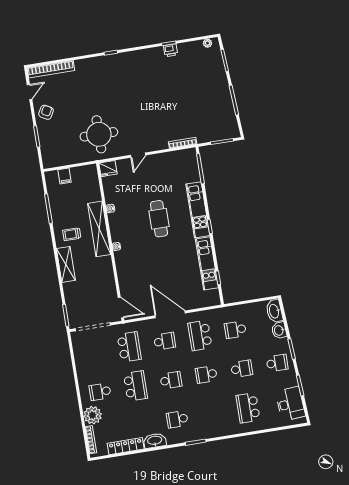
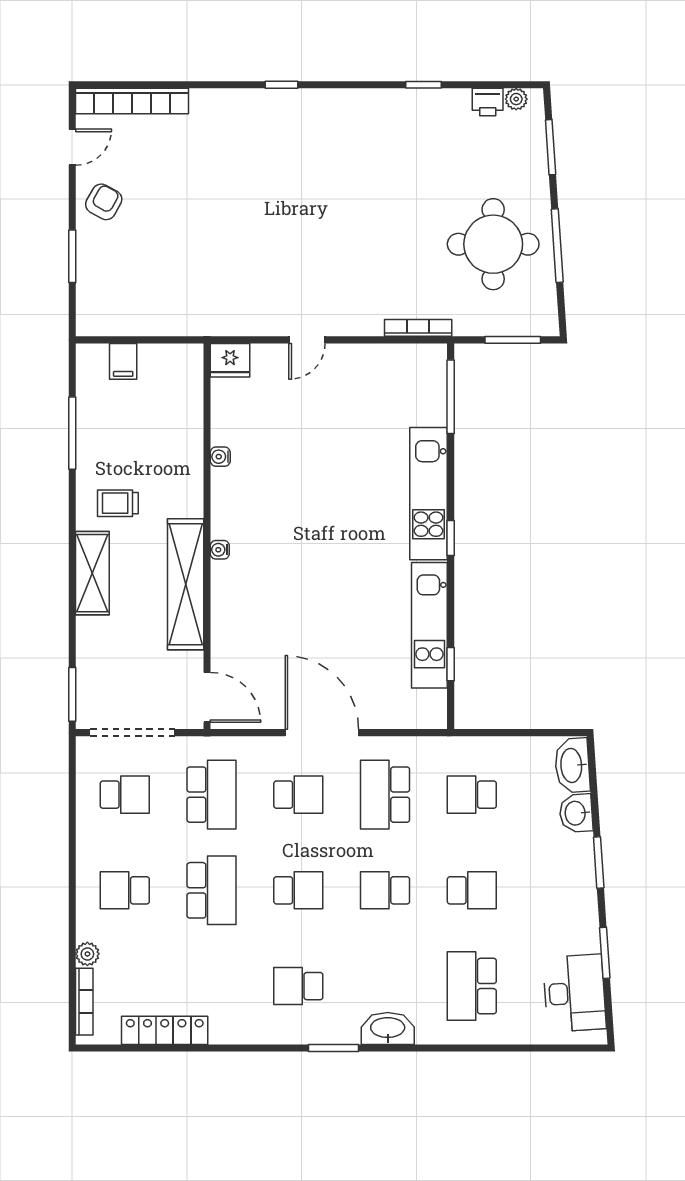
printer: (171, 50) -> (488, 102), moved
round table: (99, 134) -> (493, 244), moved
cafe table: (159, 219) -> (332, 500), removed
shelving: (99, 229) -> (186, 584), moved
school desk: (277, 363) -> (125, 795), moved
plant: (93, 415) -> (87, 954), width x0.53, depth x0.53
washbasin: (155, 441) -> (388, 1028), moved

